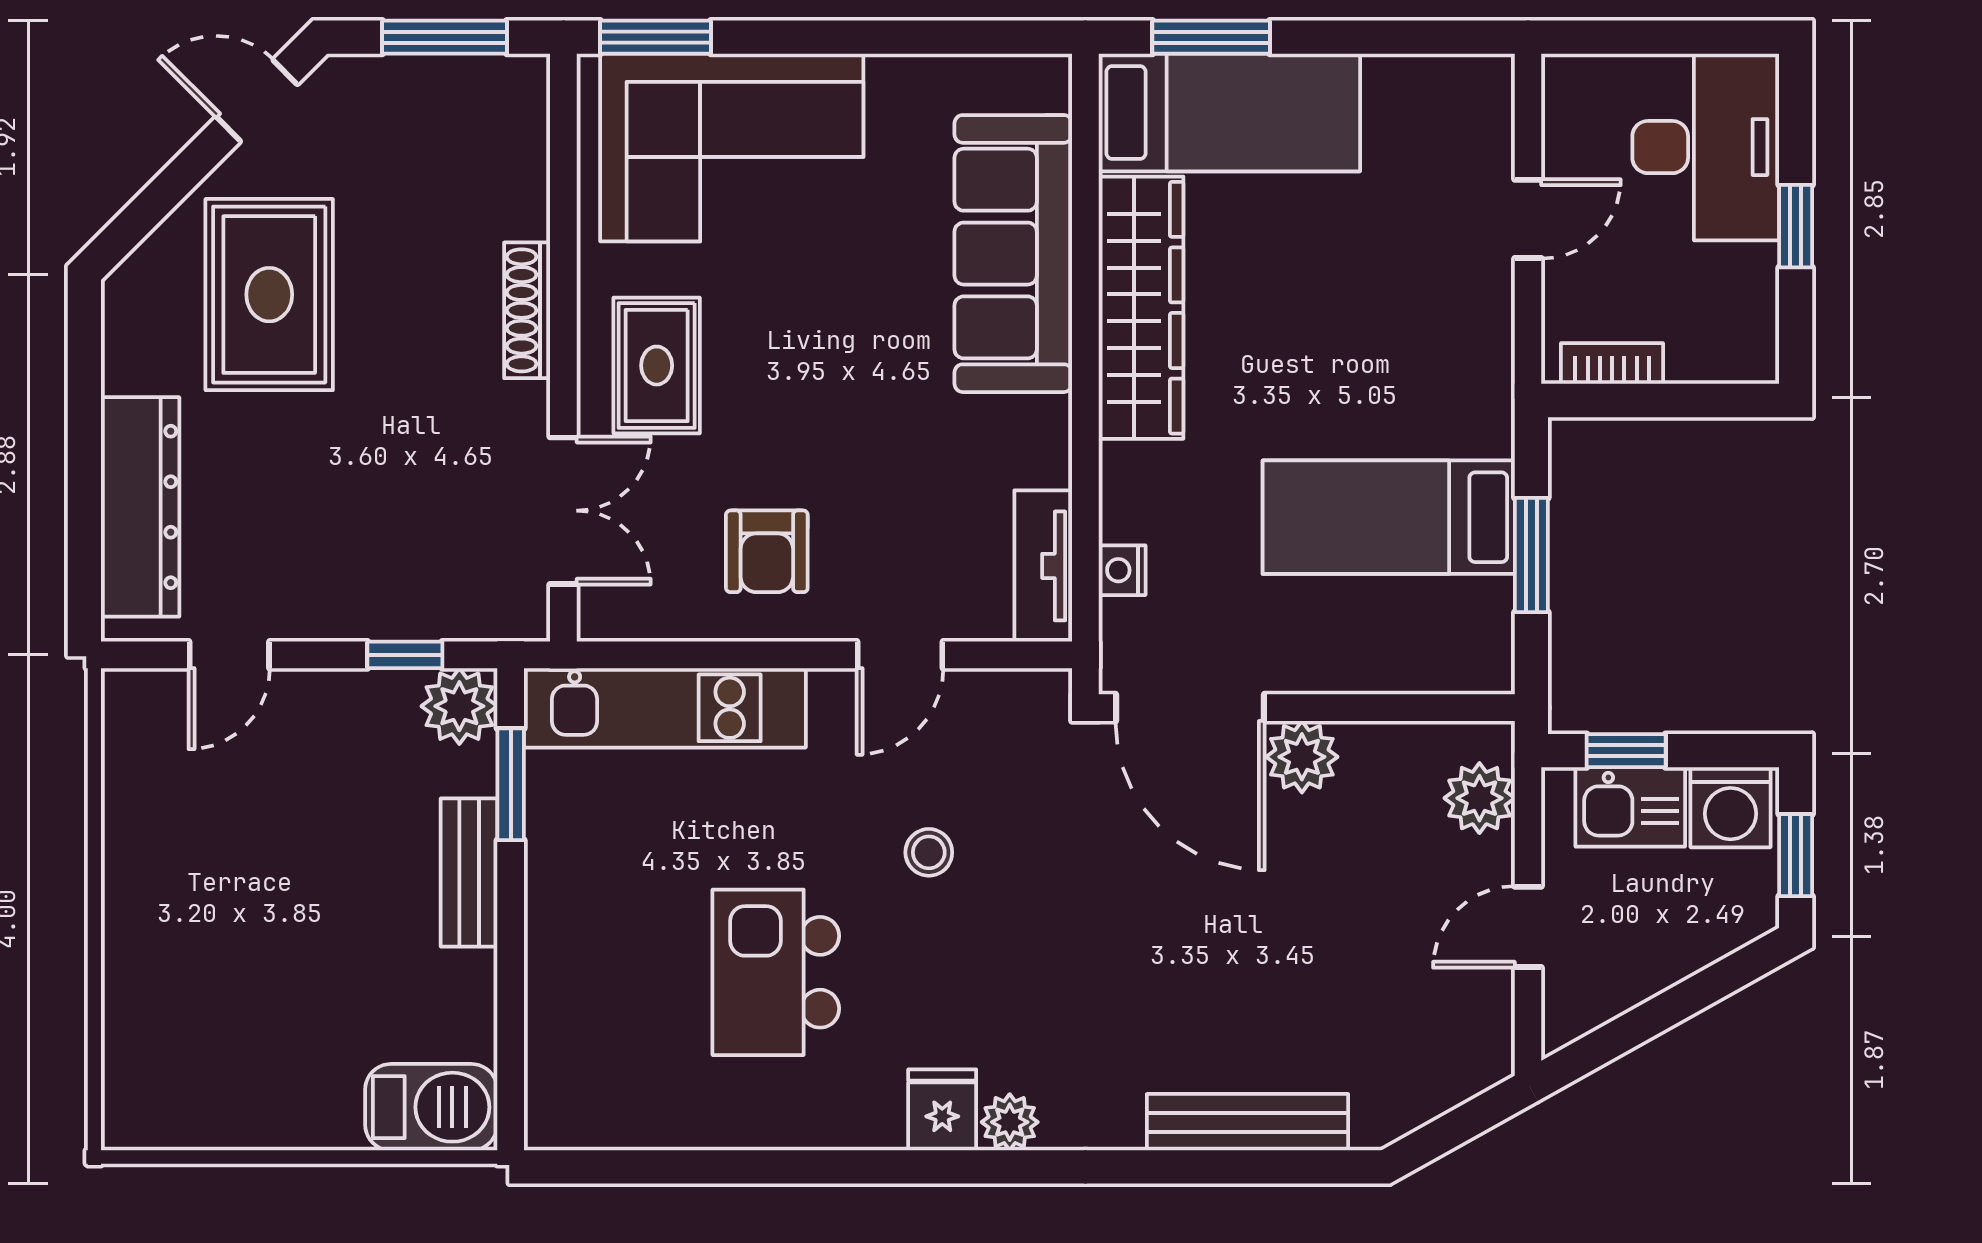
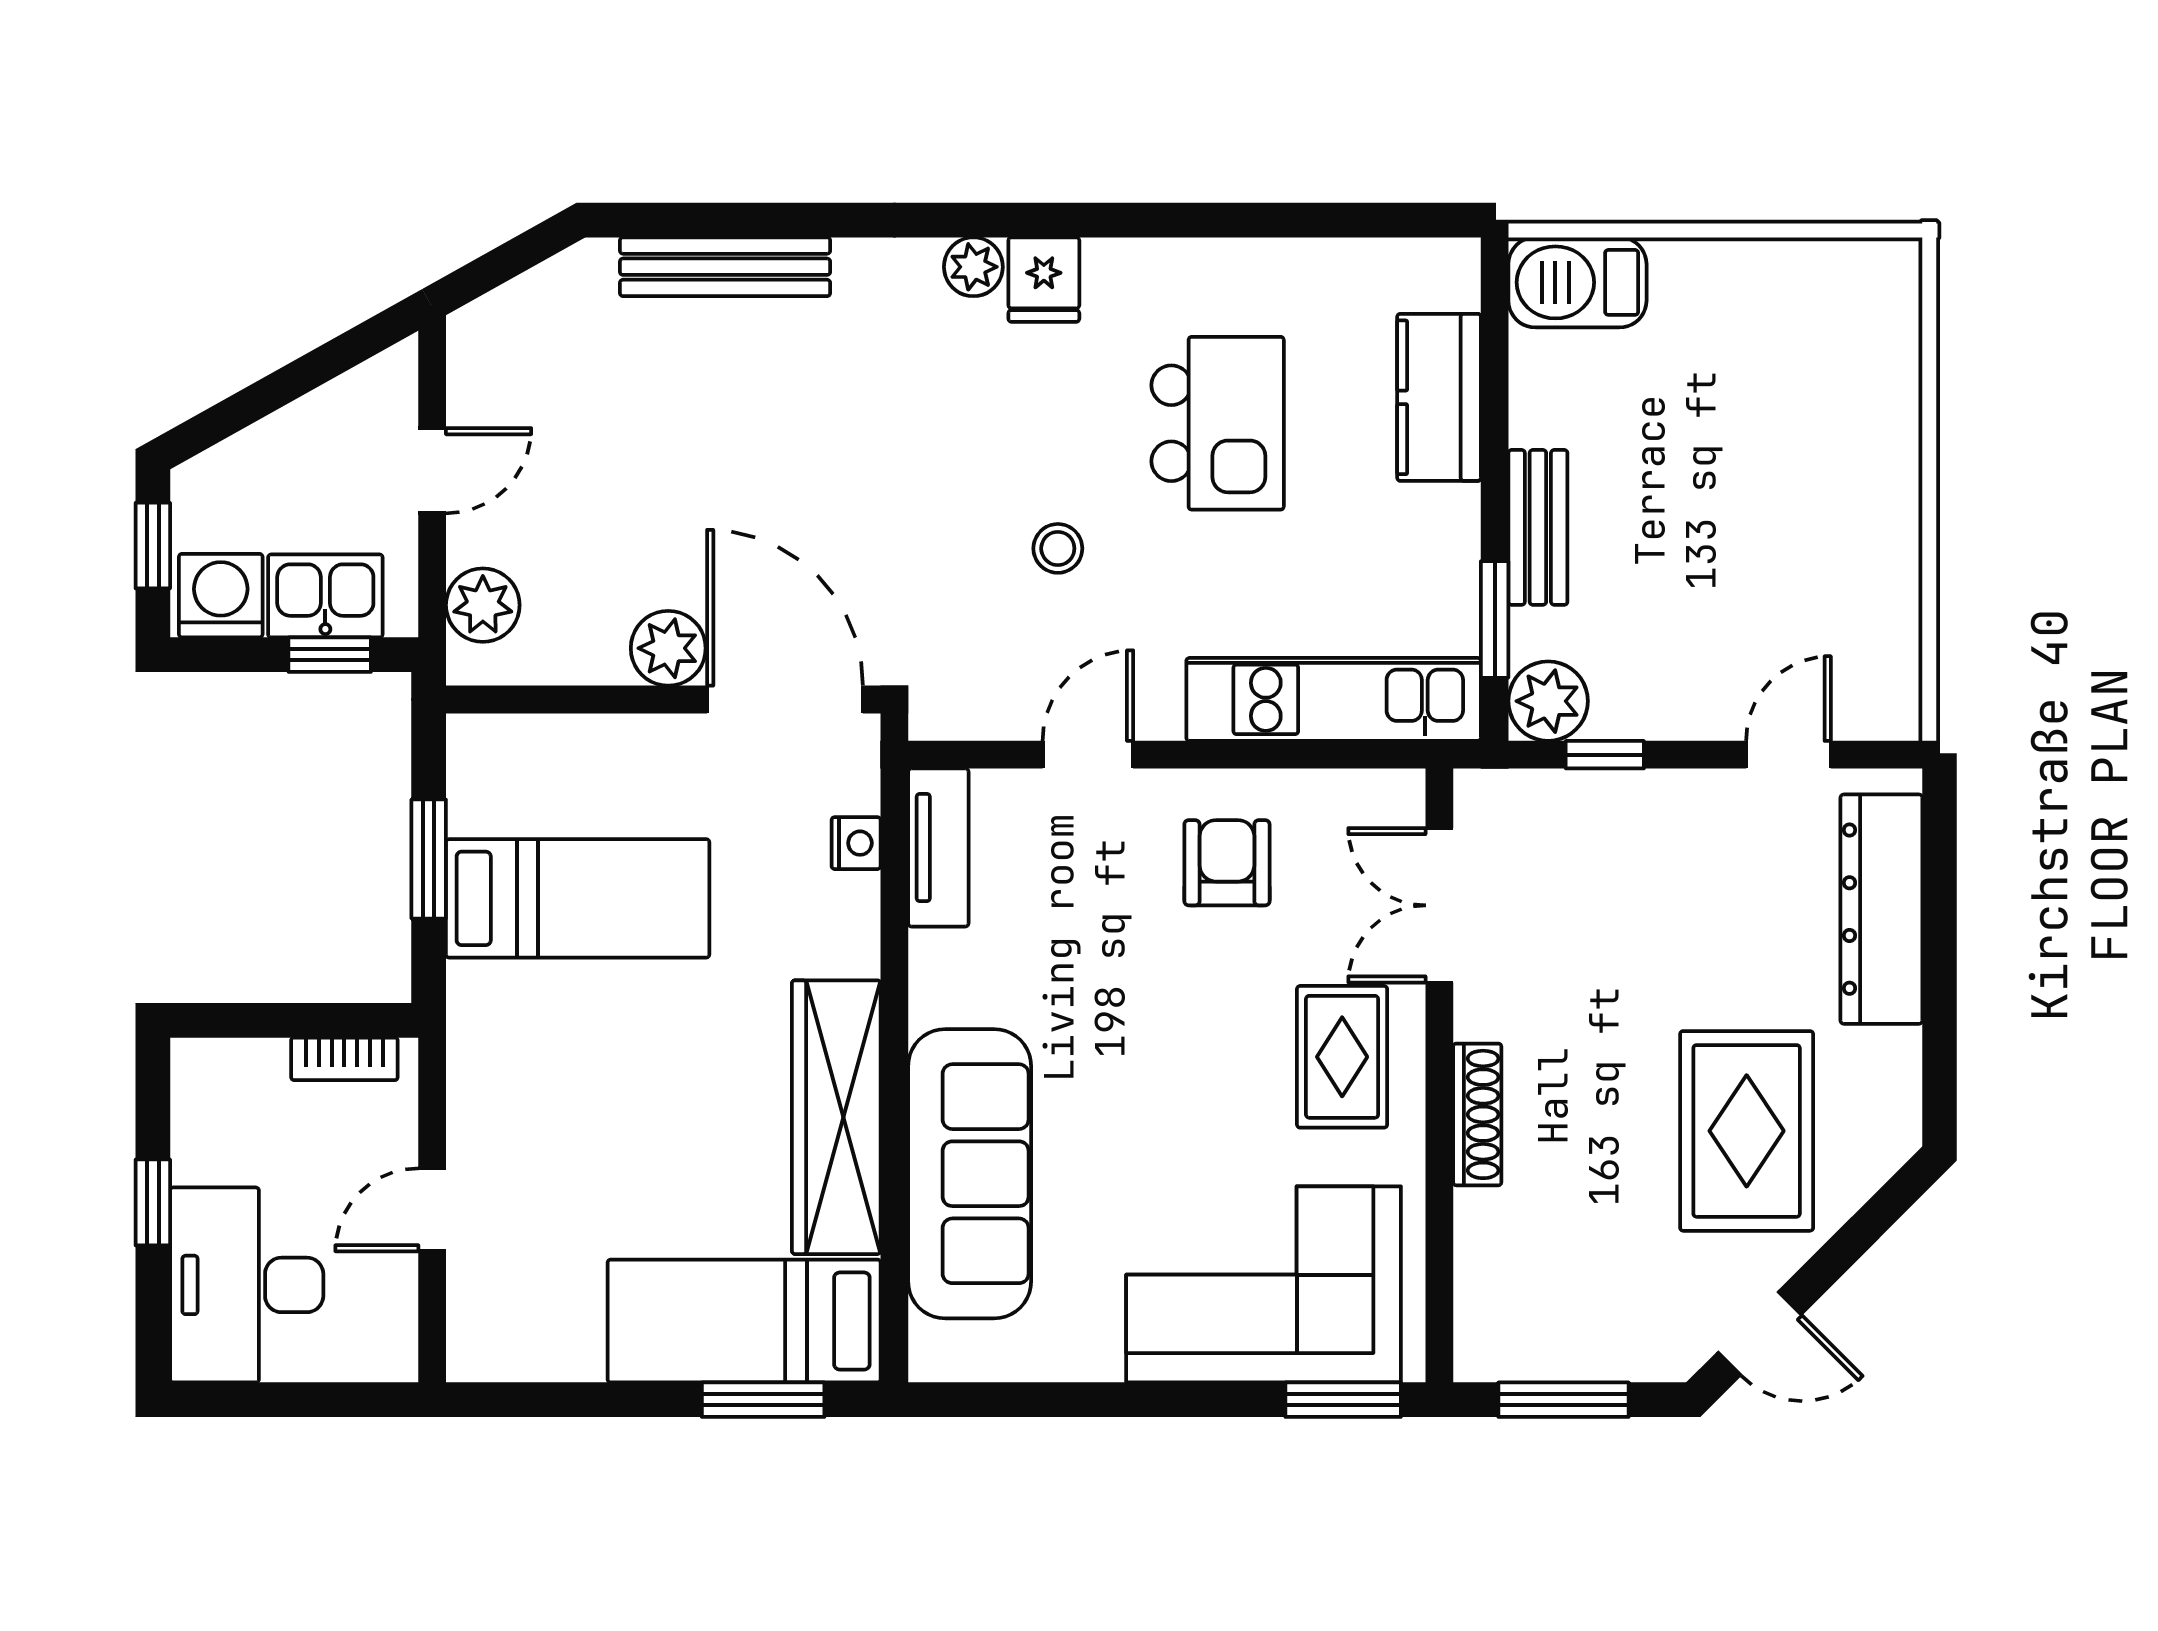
kitchen counter: (564, 997) -> (1439, 397), added

